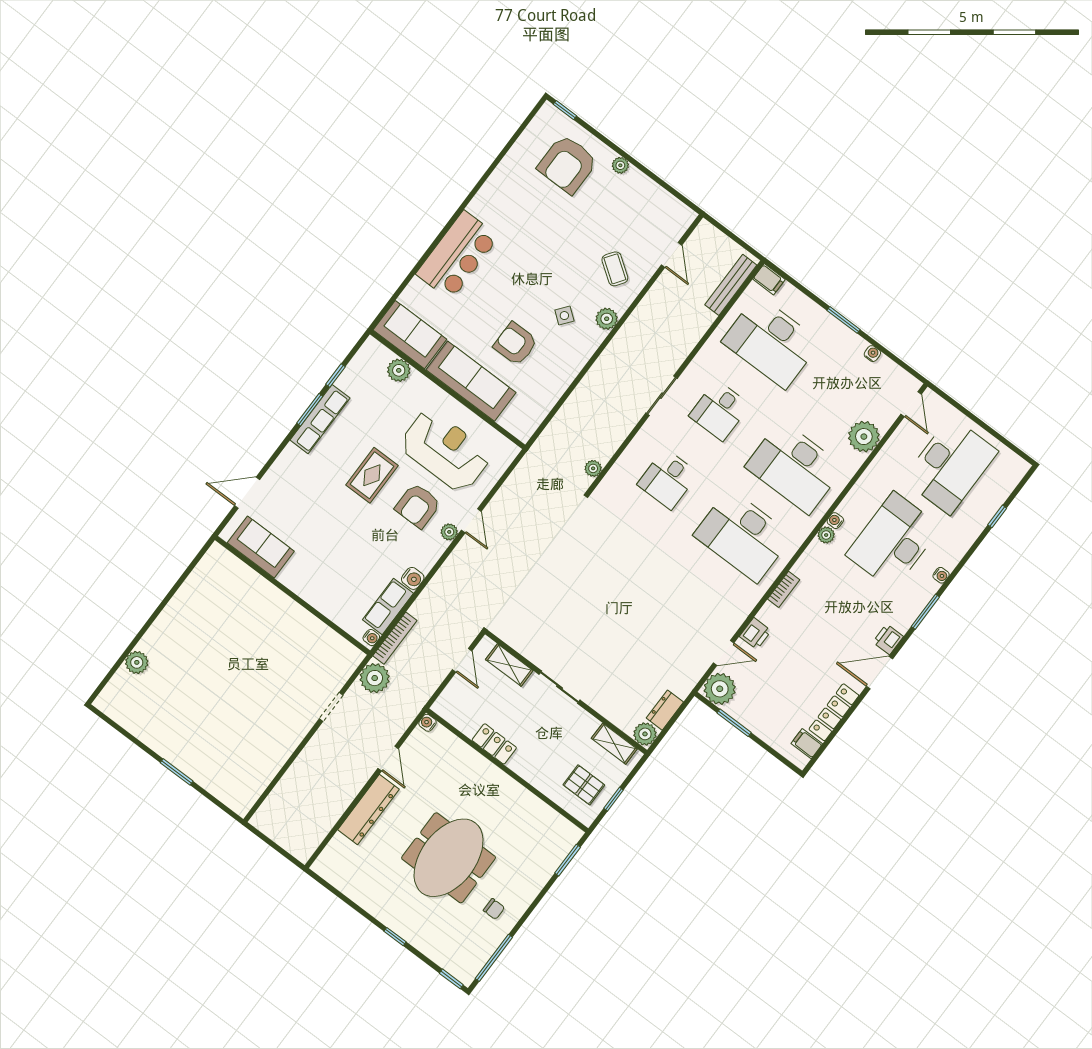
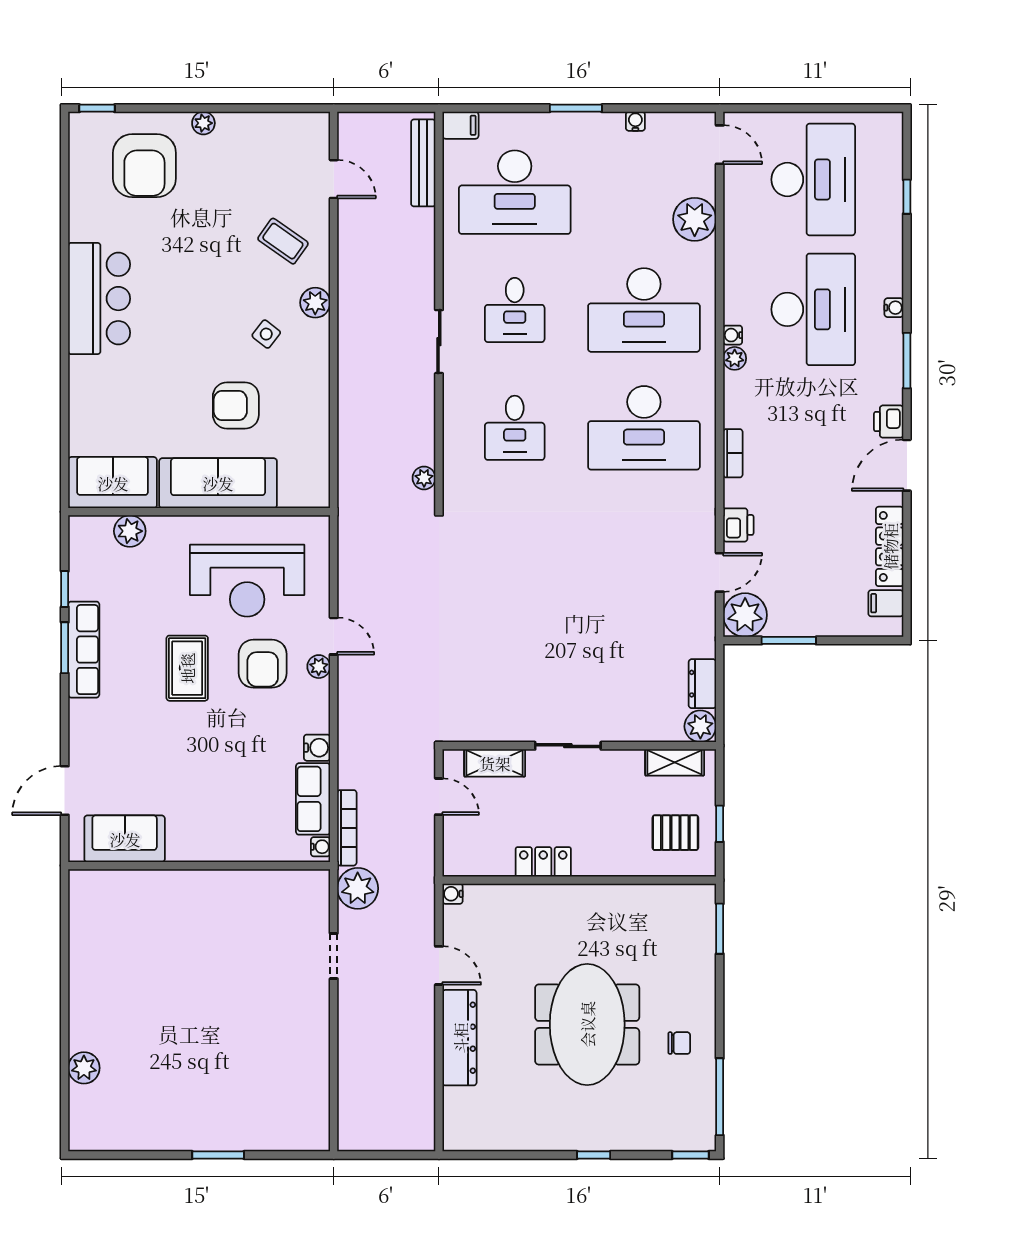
bar counter: (457, 255) -> (99, 299), moved
reception desk: (445, 451) -> (247, 581), turned 180
desk: (893, 541) -> (813, 309), turned 180

